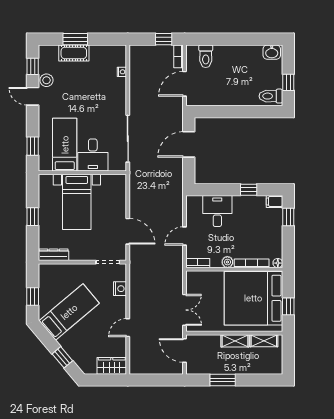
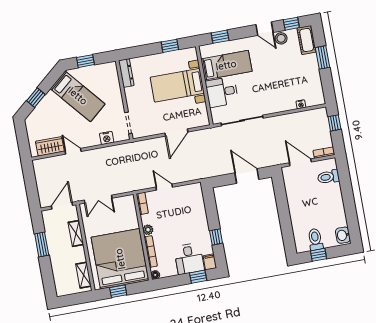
window: (164, 39) -> (334, 123), moved
cot: (74, 53) -> (307, 40), moved
door: (33, 96) -> (265, 29), swing flipped
toilet: (271, 96) -> (315, 239), moved
desk: (217, 211) -> (189, 259), moved, turned 90
window: (33, 217) -> (170, 46), moved
door: (128, 231) -> (176, 132), moved
shelving: (235, 341) -> (76, 233), moved
wardrobe: (112, 366) -> (50, 146), moved, turned -90

